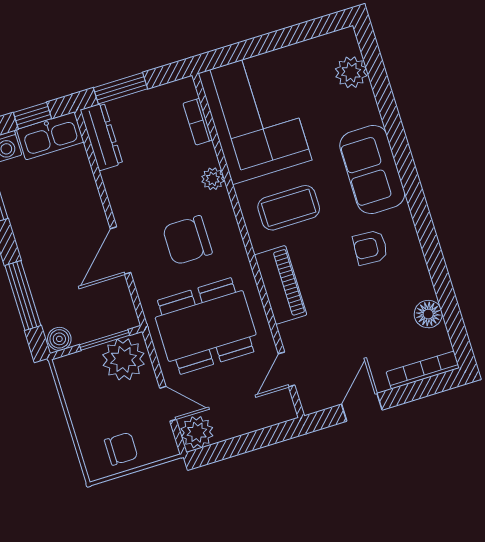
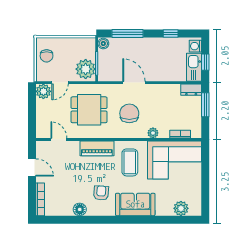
dresser: (101, 137) -> (191, 90), width x0.70
floor lamp: (428, 314) -> (80, 209), moved
dining table: (206, 326) -> (89, 110), width x0.73

